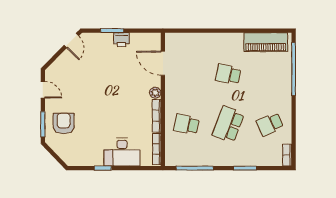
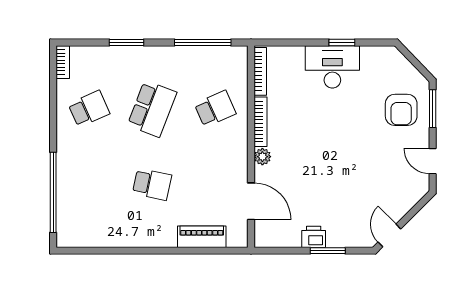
piano: (266, 42) -> (202, 237), moved, width x0.73, depth x0.75
school desk: (186, 124) -> (215, 109), turned -36
desk: (122, 152) -> (332, 67), moved

